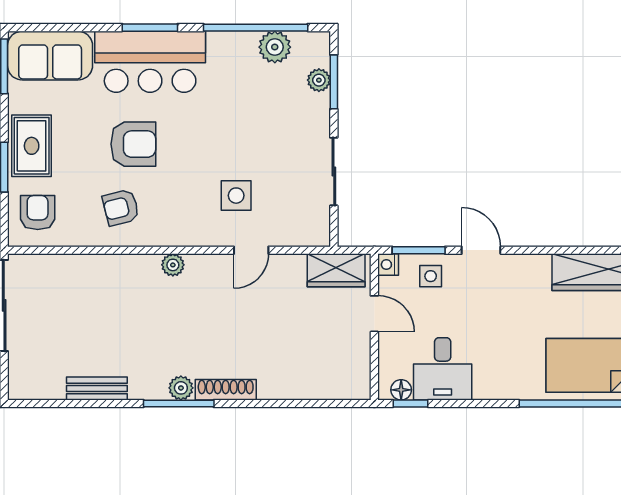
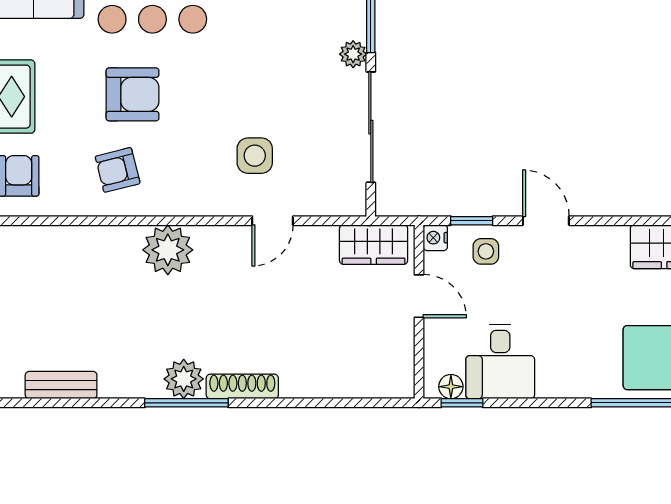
plant: (319, 80) -> (353, 54), moved
sliding door: (334, 172) -> (371, 127), width x1.37
window: (419, 250) -> (472, 221), width x0.67
plant: (173, 265) -> (168, 250), width x1.87, depth x1.87
bench: (97, 388) -> (61, 385), moved
plant: (181, 388) -> (184, 379), width x1.38, depth x1.38

